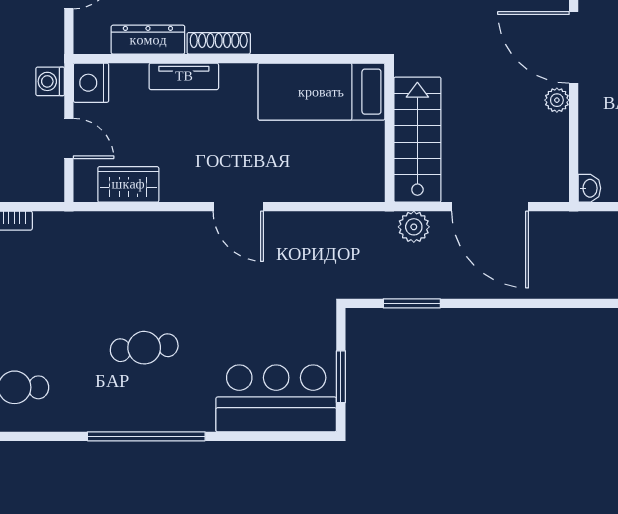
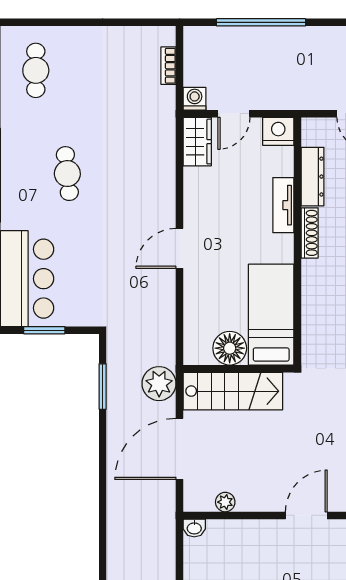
door: (574, 47) -> (306, 515), width x0.73
washing machine: (50, 81) -> (195, 99), moved
plant: (557, 100) -> (225, 502), moved
floor lamp: (364, 144) -> (230, 348), added
wardrobe: (128, 184) -> (197, 142), moved
plant: (414, 227) -> (159, 384), width x1.36, depth x1.36

